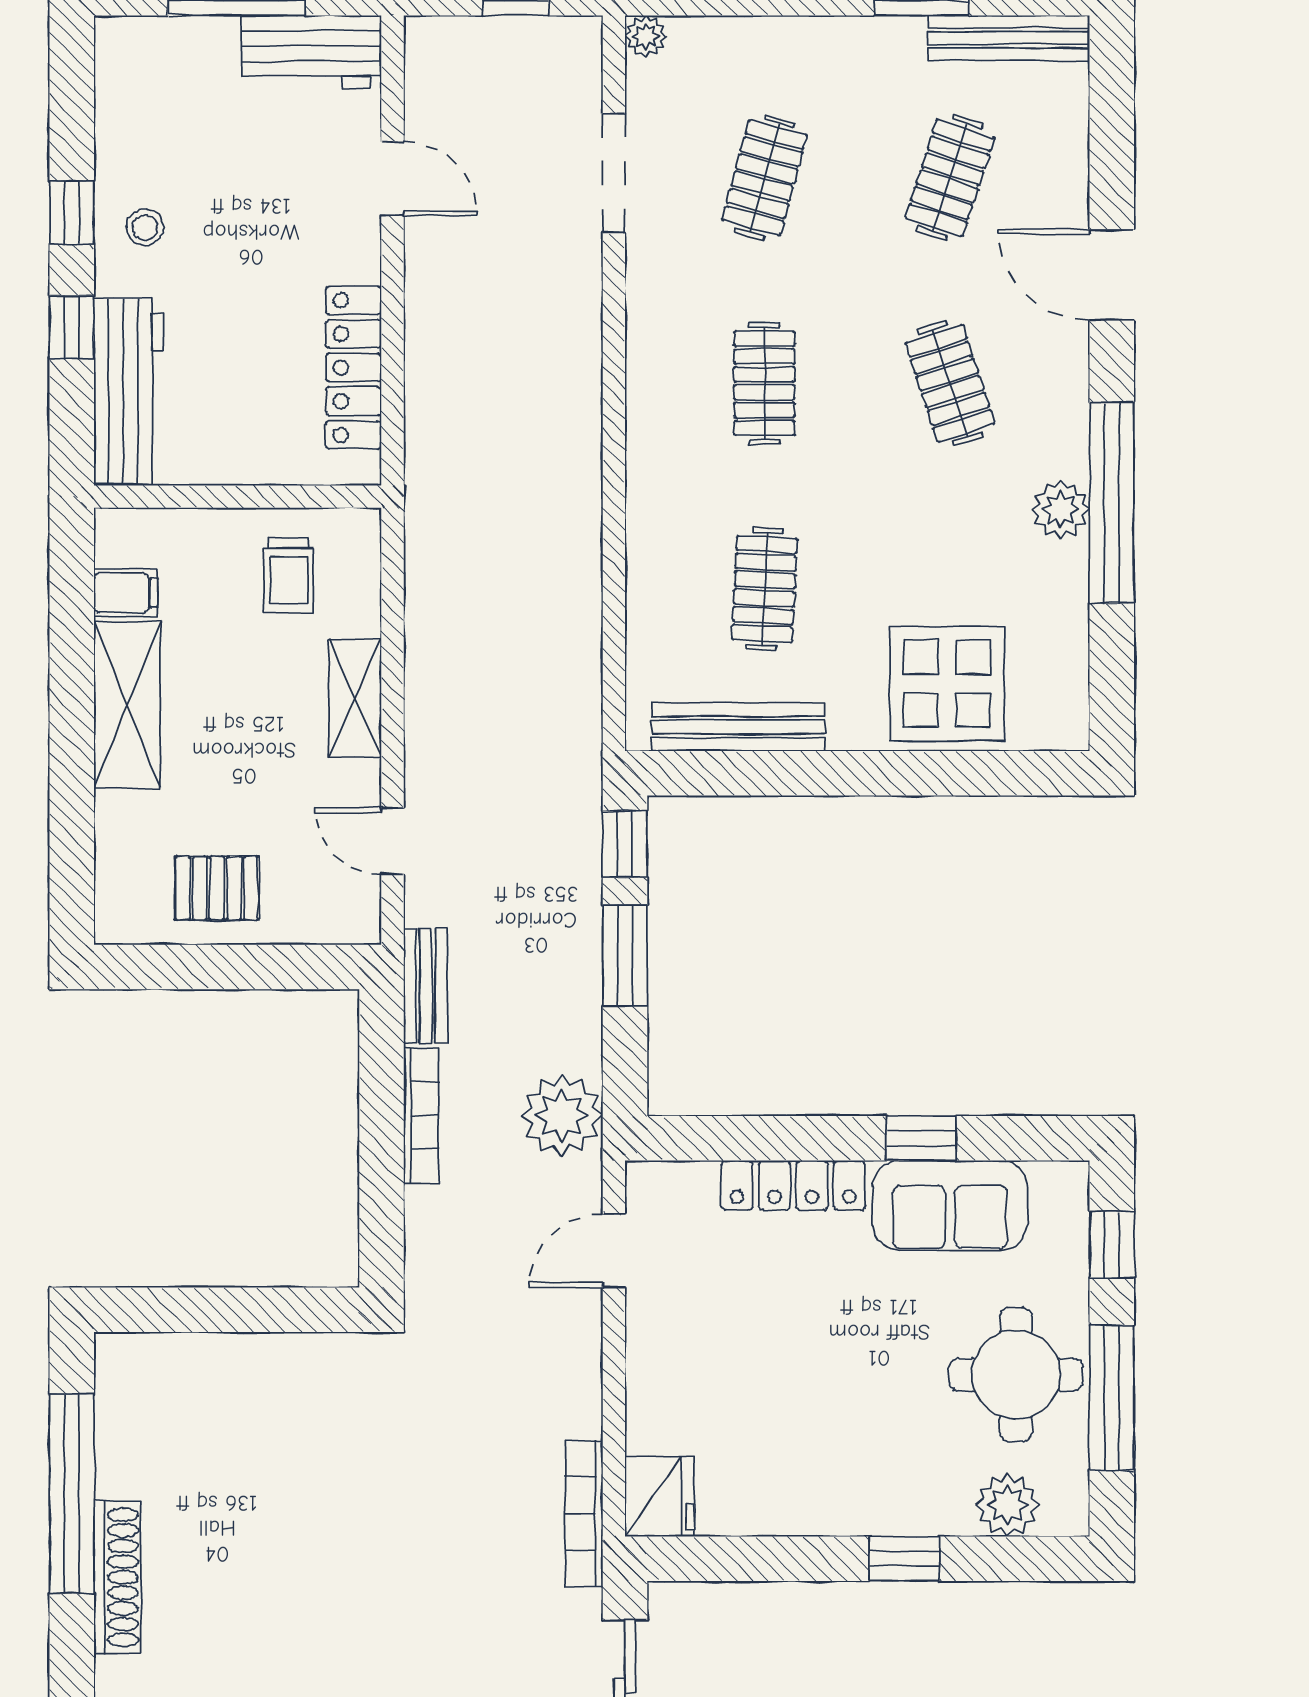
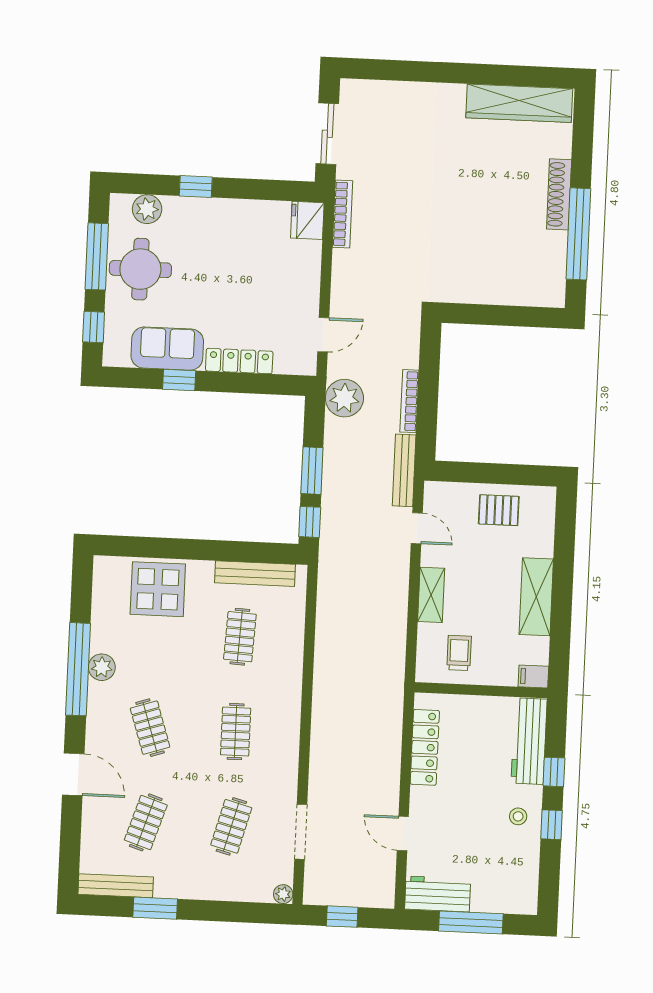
filing cabinet: (126, 593) -> (533, 676), moved
bench: (426, 986) -> (404, 470), width x1.36

